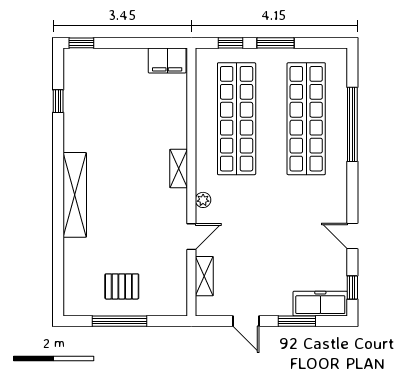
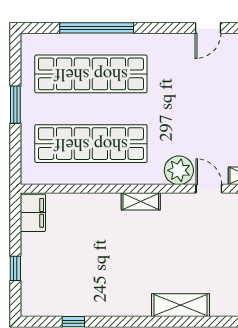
window: (81, 43) -> (15, 268), moved
window: (230, 43) -> (15, 150), removed
shelving: (75, 195) -> (181, 305), width x0.68
plant: (203, 200) -> (179, 170), width x1.88, depth x1.88

